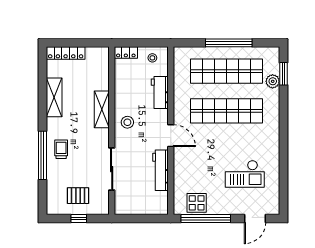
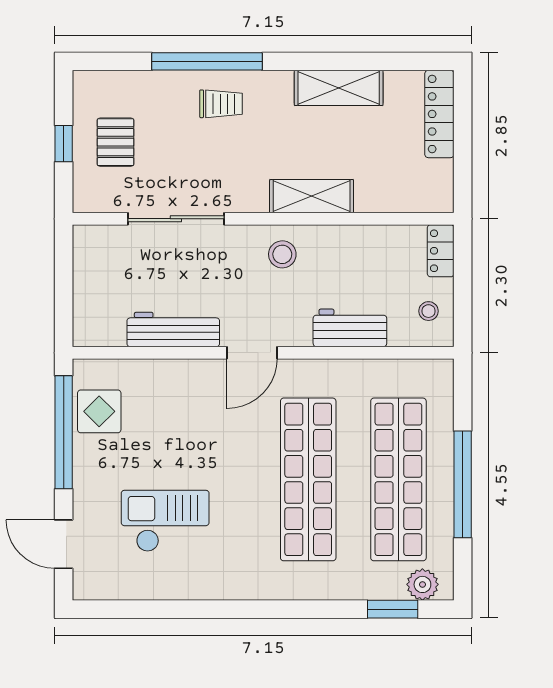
plant: (273, 81) -> (422, 584), moved
checkout: (245, 174) -> (165, 521), turned 90

